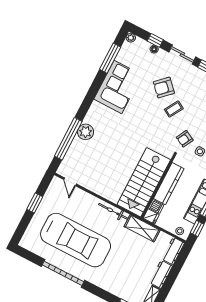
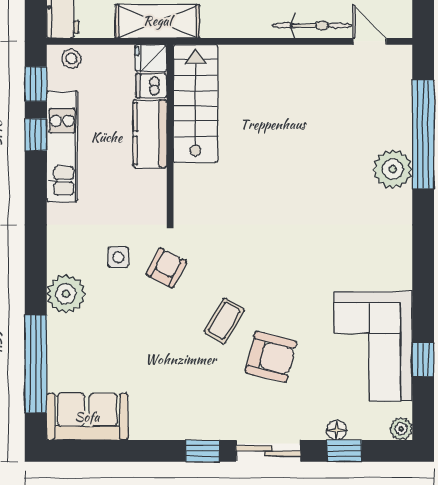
window: (110, 58) -> (423, 360), width x0.46
corner sofa: (118, 87) -> (373, 346), moved
armchair: (164, 88) -> (271, 357), turned 58
stairs: (144, 182) -> (196, 104), width x0.73, depth x0.66
kitchen counter: (169, 184) -> (150, 134), width x0.67
bicycle: (113, 211) -> (312, 26), moved

